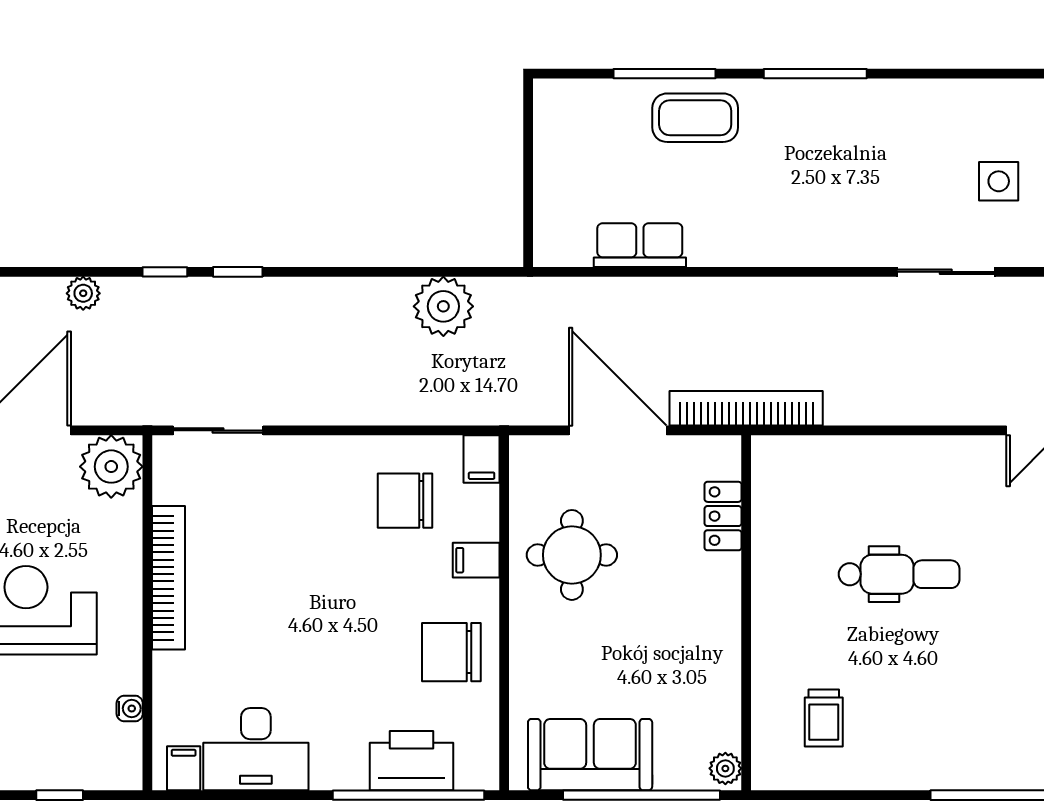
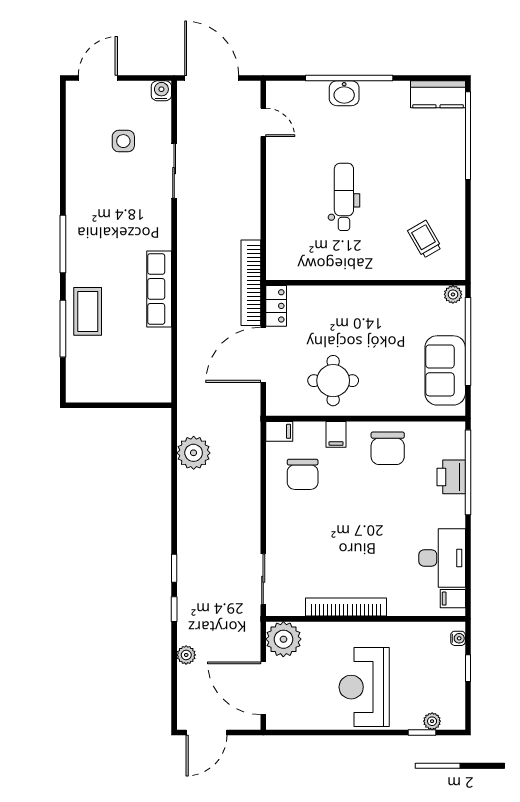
row of seats: (640, 245) -> (159, 289), moved, width x1.48
locker: (723, 516) -> (276, 306), moved, turned -90
water cooler: (130, 708) -> (458, 638), moved, turned 90
trolley: (824, 718) -> (425, 239), turned -120
printer: (412, 761) -> (451, 477), width x0.73, depth x0.84

